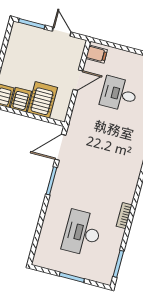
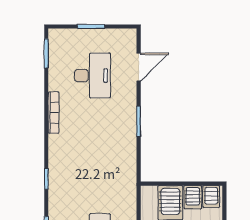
door: (60, 147) -> (139, 67), moved
bookcase: (124, 216) -> (54, 113), width x1.56

